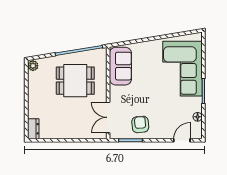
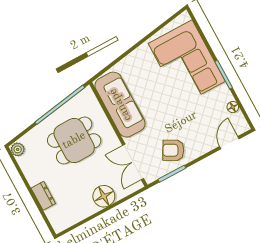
sofa: (120, 66) -> (120, 105), width x1.36
armchair: (140, 124) -> (173, 150), turned -56
dresser: (33, 129) -> (43, 196), moved
floor lamp: (75, 130) -> (104, 196), added

